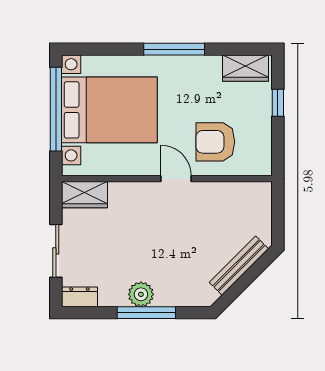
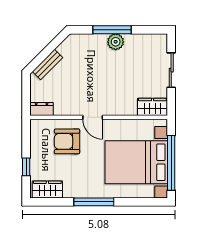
armchair: (215, 142) -> (67, 141), turned 180
bench: (239, 266) -> (48, 65), width x0.73
dresser: (79, 297) -> (42, 109), moved, turned 180

